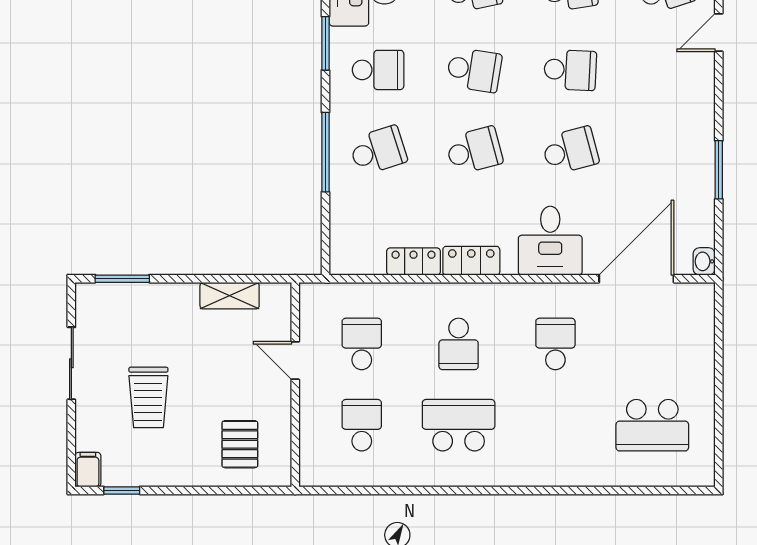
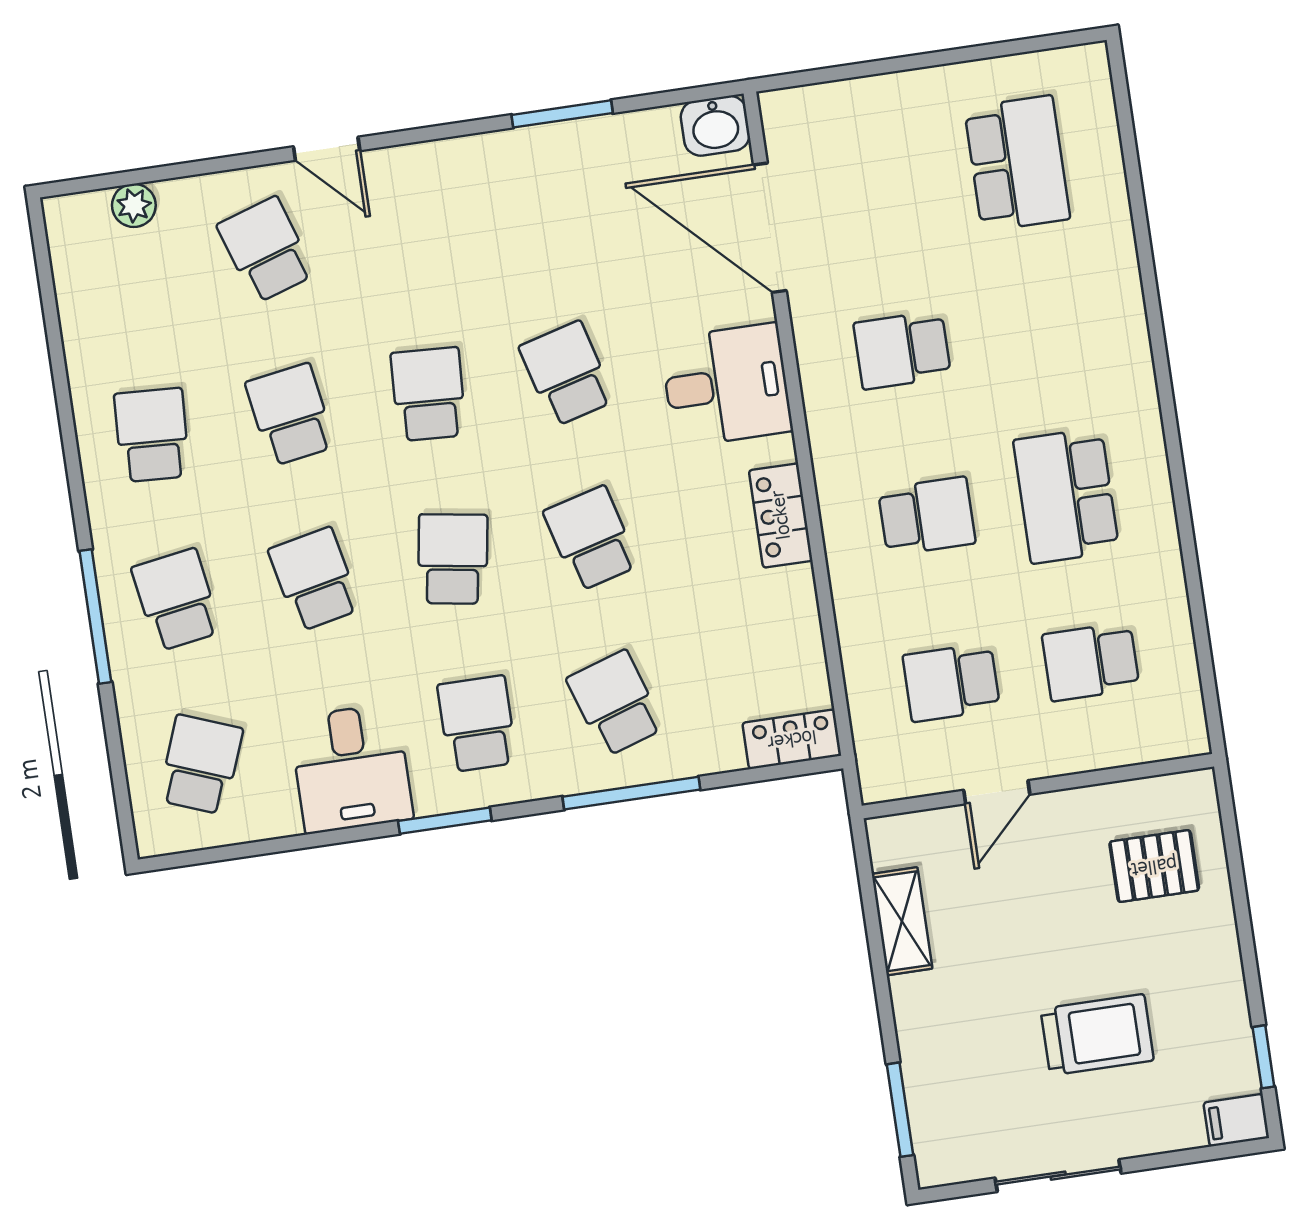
locker: (413, 261) -> (792, 739), moved, turned 90
washbasin: (704, 261) -> (715, 126), width x1.38, depth x1.45

